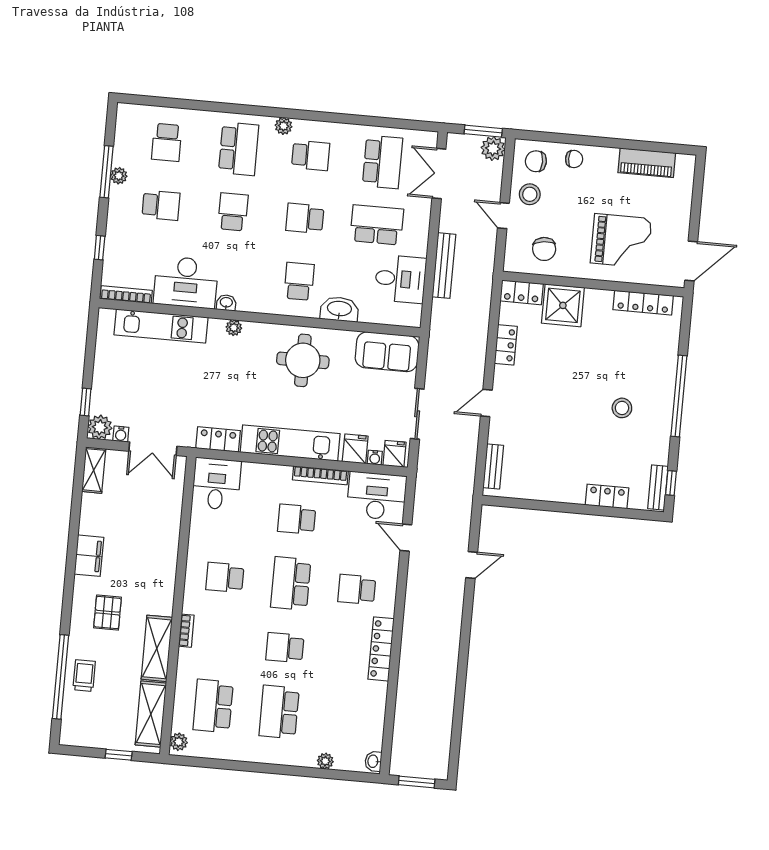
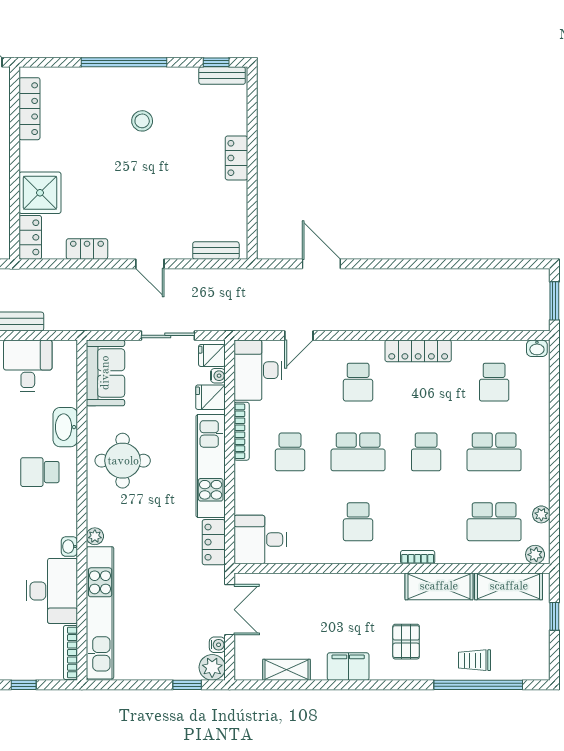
kitchen unit: (161, 326) -> (100, 613), width x1.36
shelving: (94, 470) -> (286, 670), moved
locker: (607, 496) -> (236, 158), moved
door: (472, 565) -> (321, 264), width x1.38
pallet: (108, 613) -> (406, 642), turned 90
school desk: (345, 718) -> (494, 382), added
plant: (325, 761) -> (541, 514), moved

